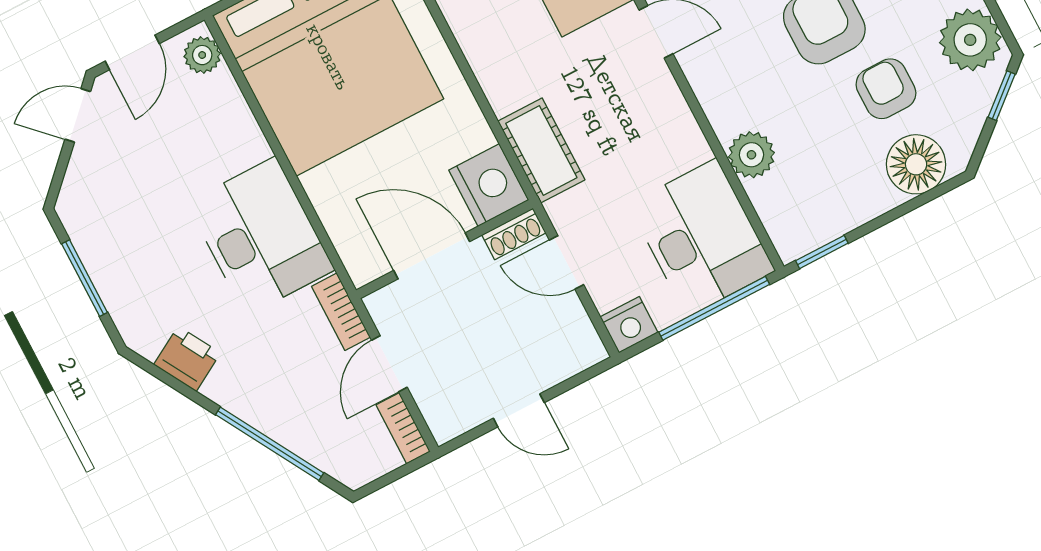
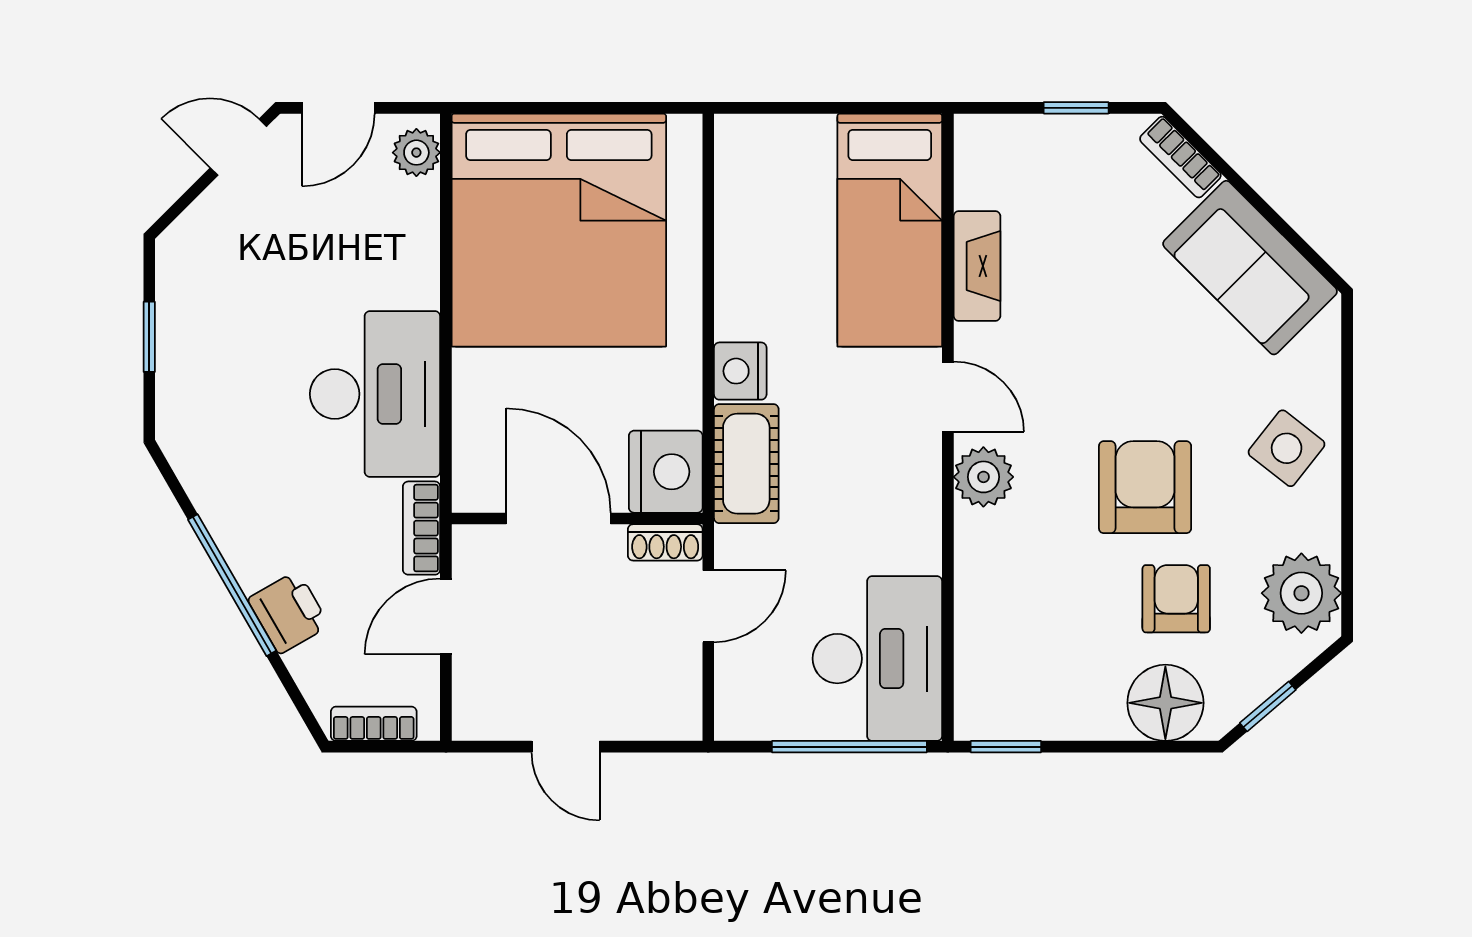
window: (1002, 96) -> (1268, 706), moved
plant: (751, 155) -> (983, 477), moved
door: (566, 262) -> (708, 606), swing flipped
window: (85, 278) -> (149, 337), width x0.67
nightstand: (629, 325) -> (740, 371), moved, turned 90
printer: (187, 359) -> (288, 612), moved
bookcase: (403, 428) -> (374, 724), moved, turned 90
window: (270, 444) -> (232, 585), moved

